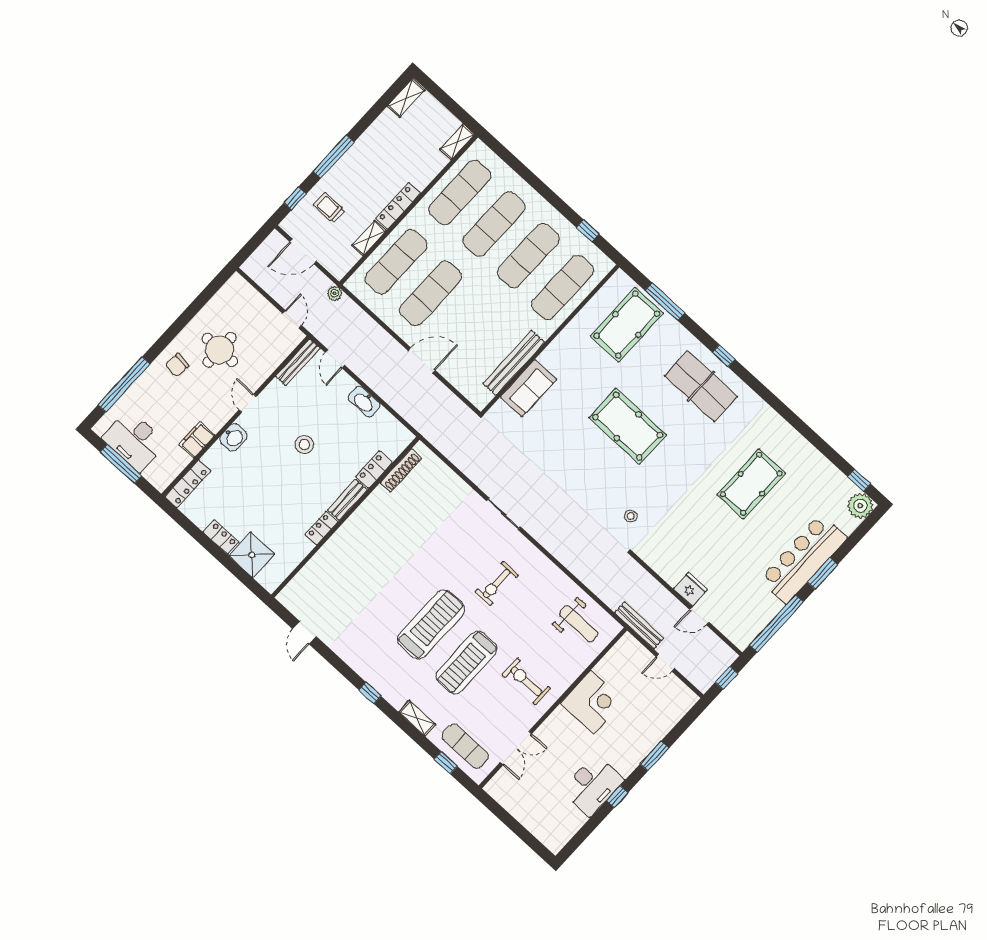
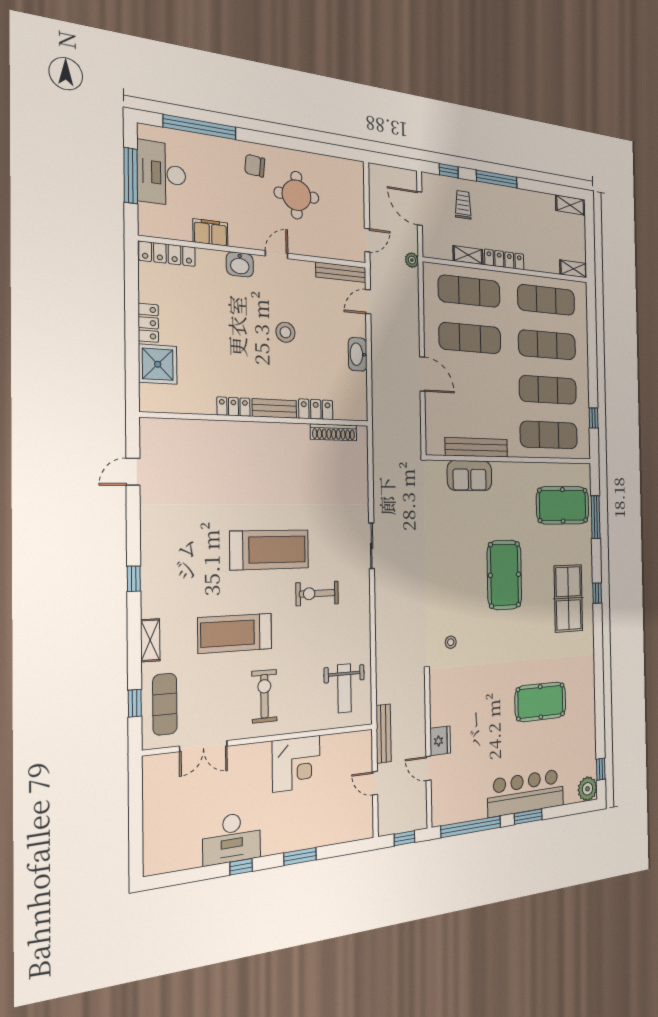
treadmill: (431, 624) -> (270, 550), moved

